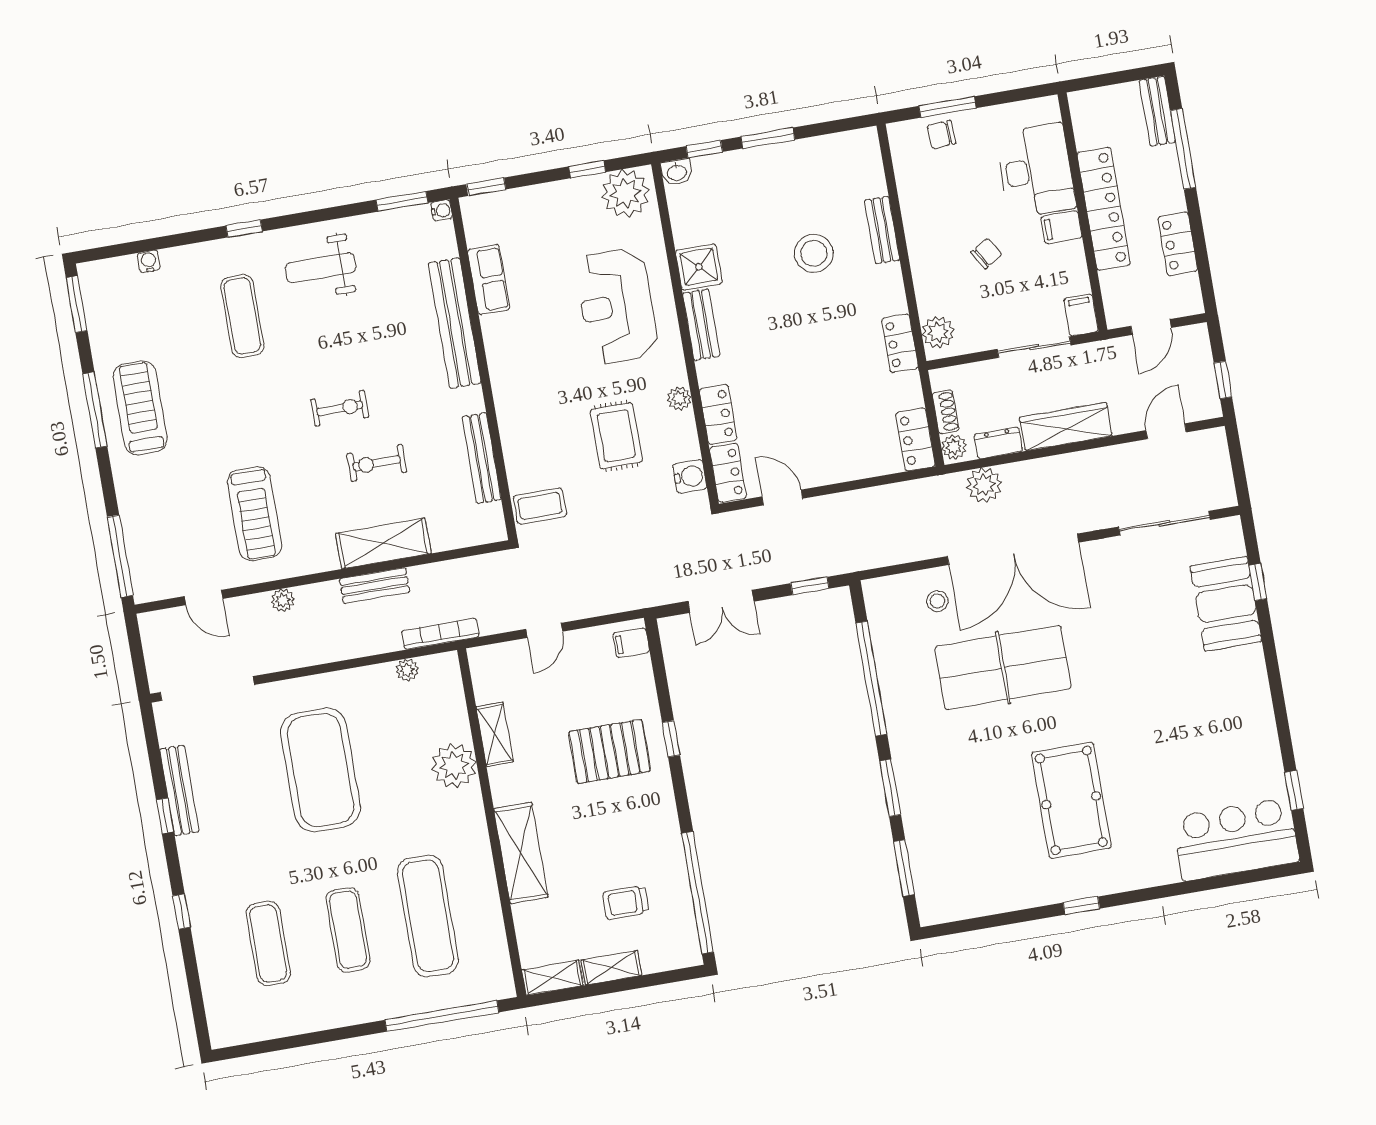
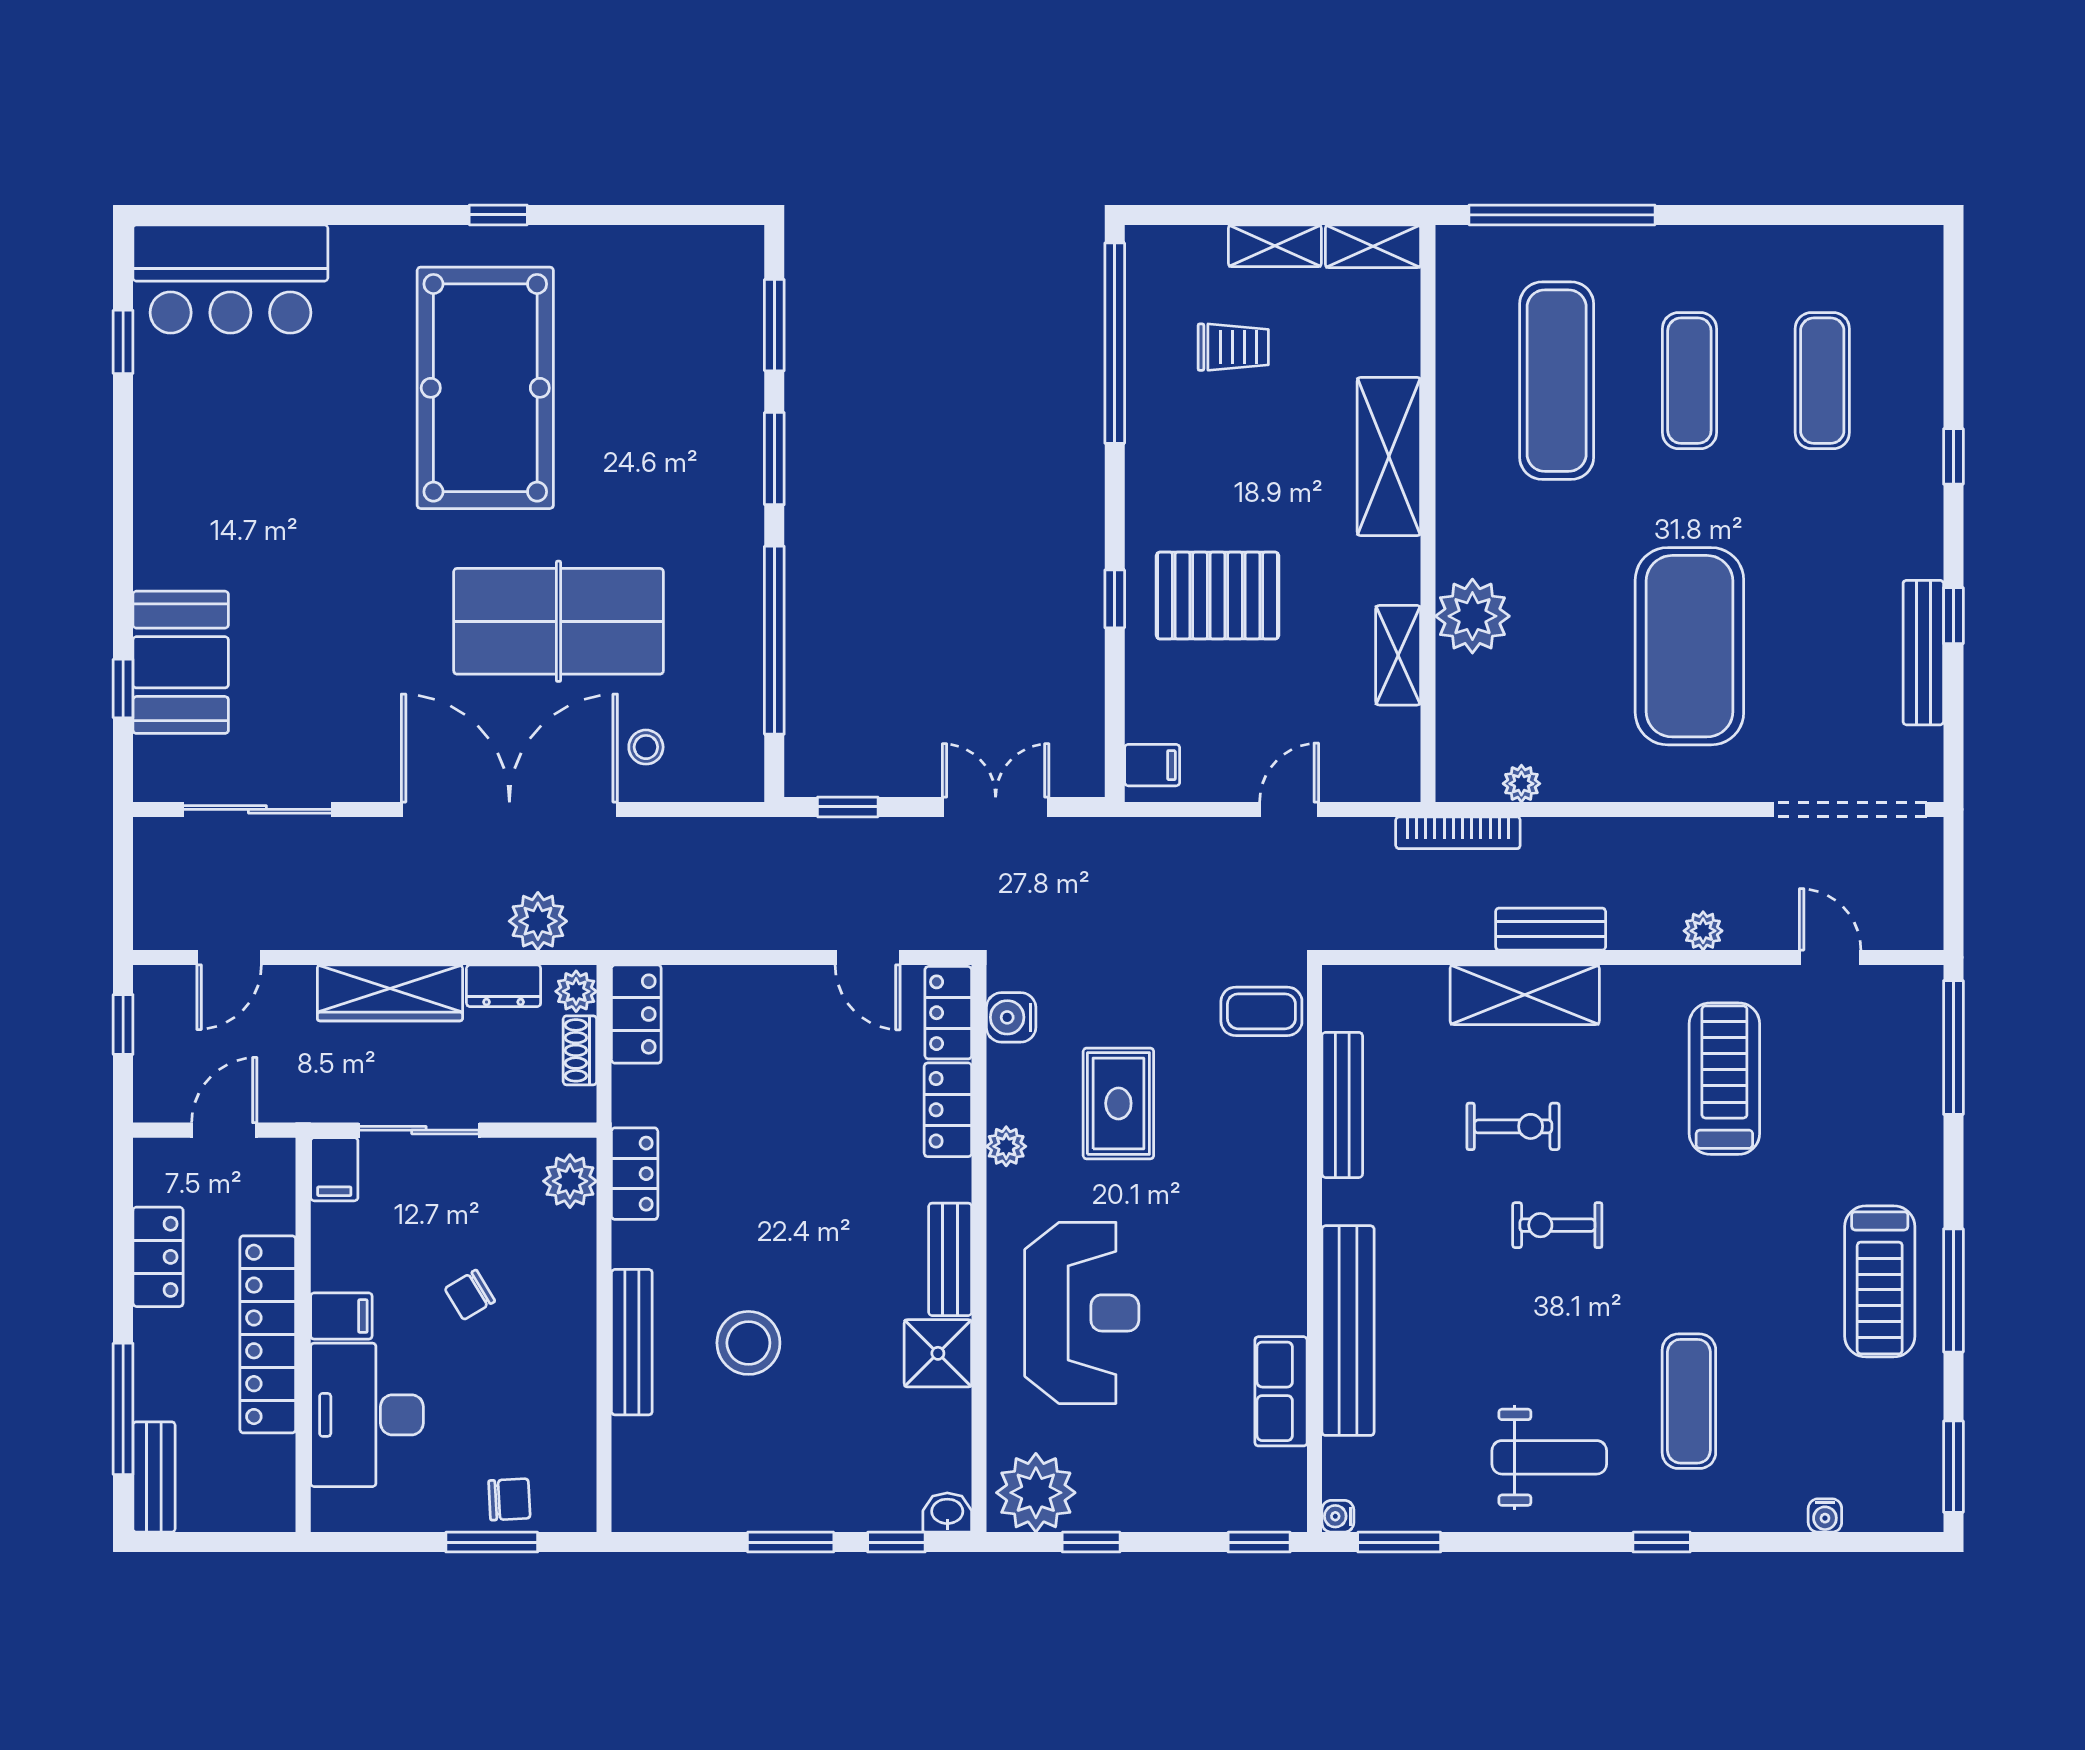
bench: (882, 230) -> (632, 1342), width x1.36
pool table: (1071, 800) -> (485, 388), width x1.36, depth x1.32

